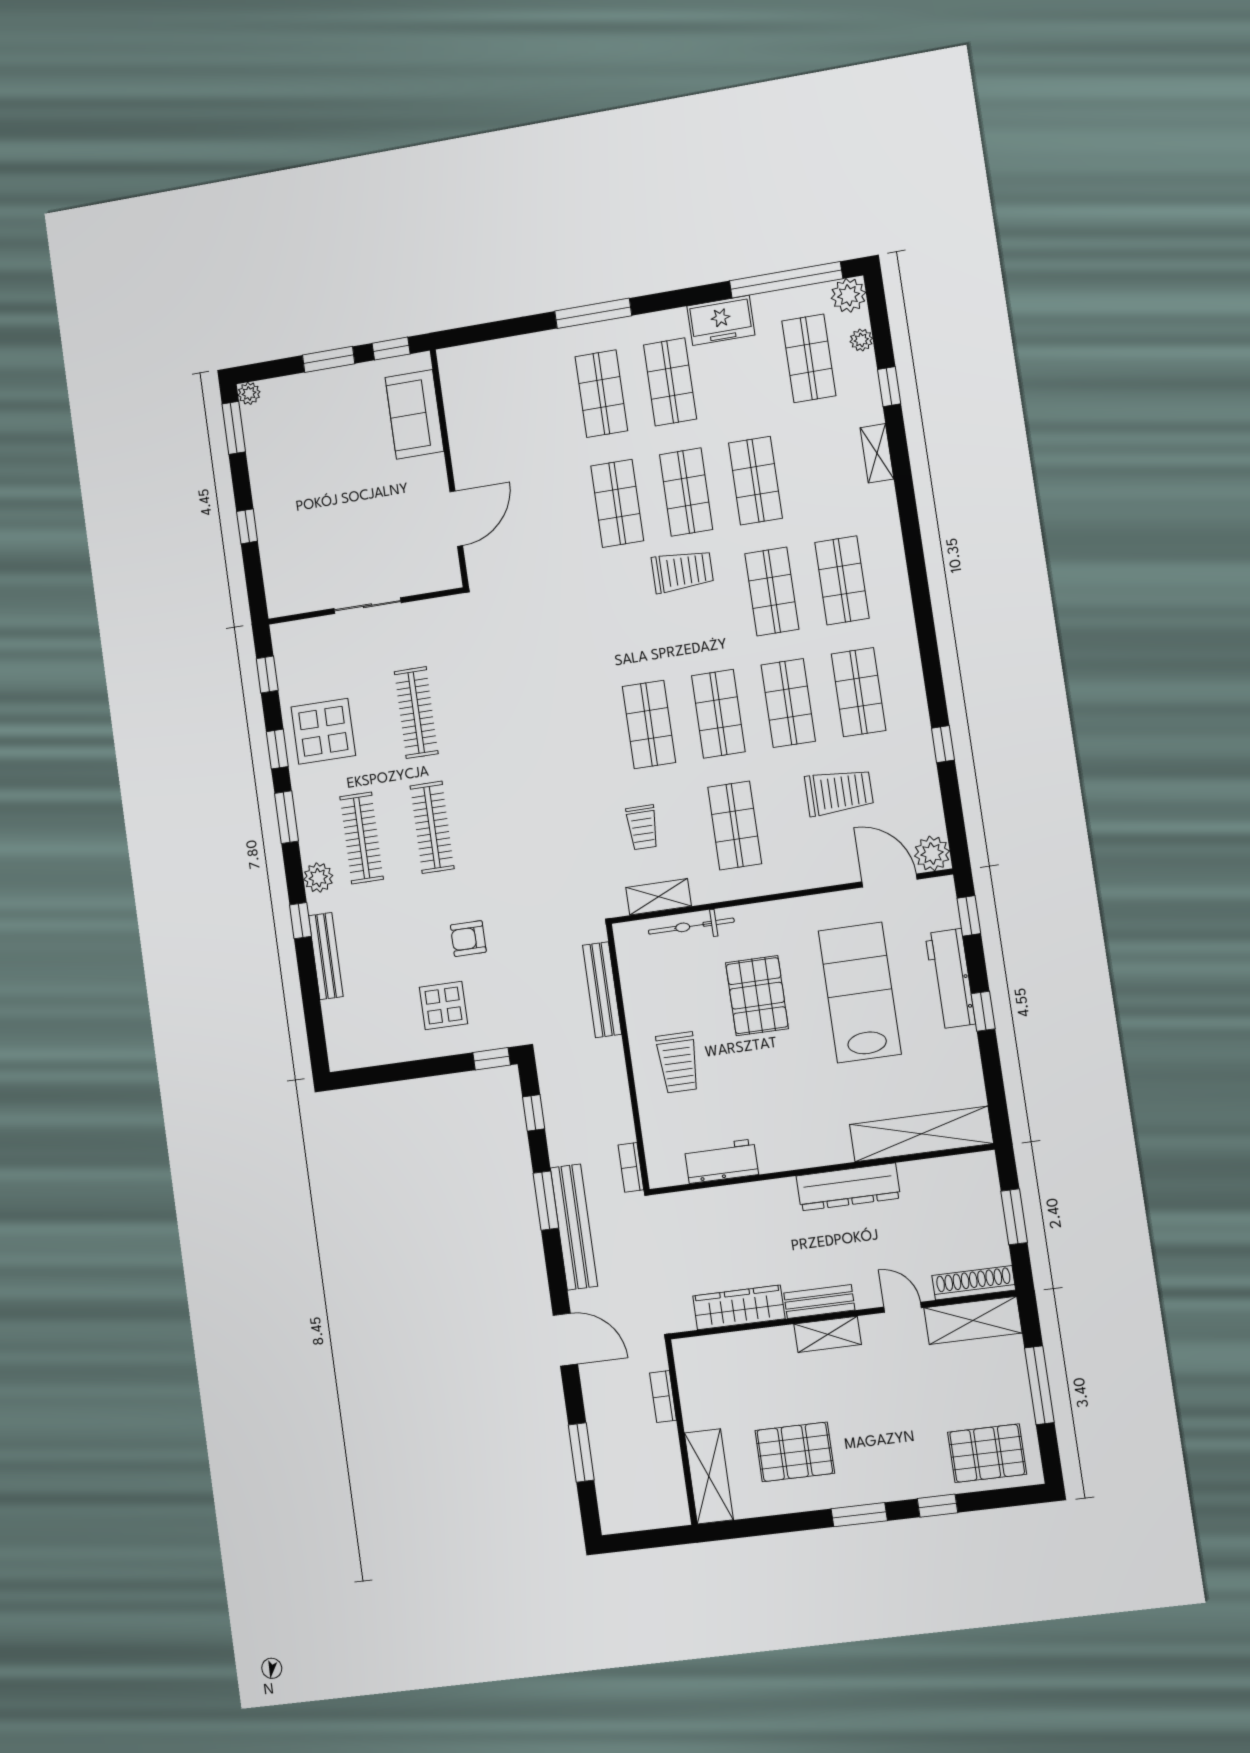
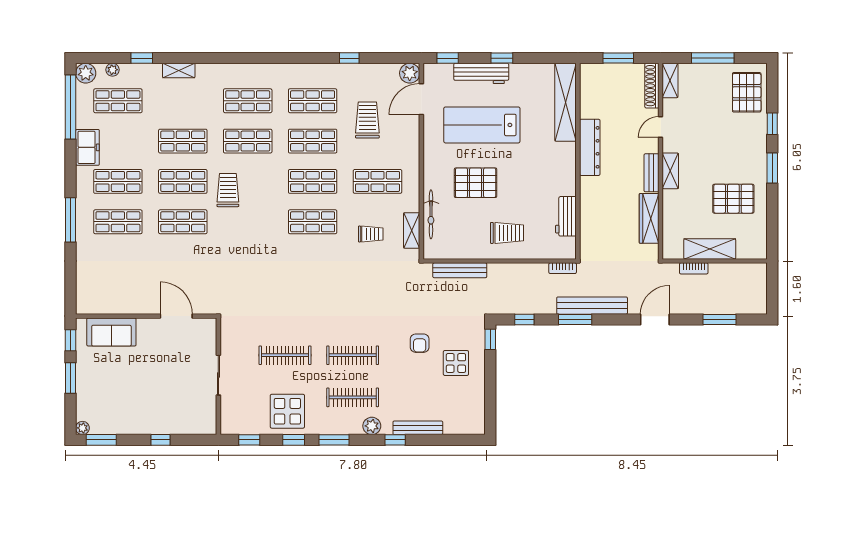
shelving: (973, 1320) -> (670, 81), width x0.67, depth x0.75
pallet: (795, 1452) -> (733, 199), turned 90
shelving: (709, 1476) -> (710, 249), moved

